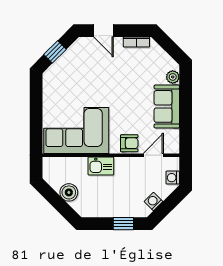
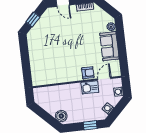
corner sofa: (76, 131) -> (53, 69), removed
kitchen sink: (101, 166) -> (90, 87), moved
boiler: (69, 192) -> (61, 116), moved

